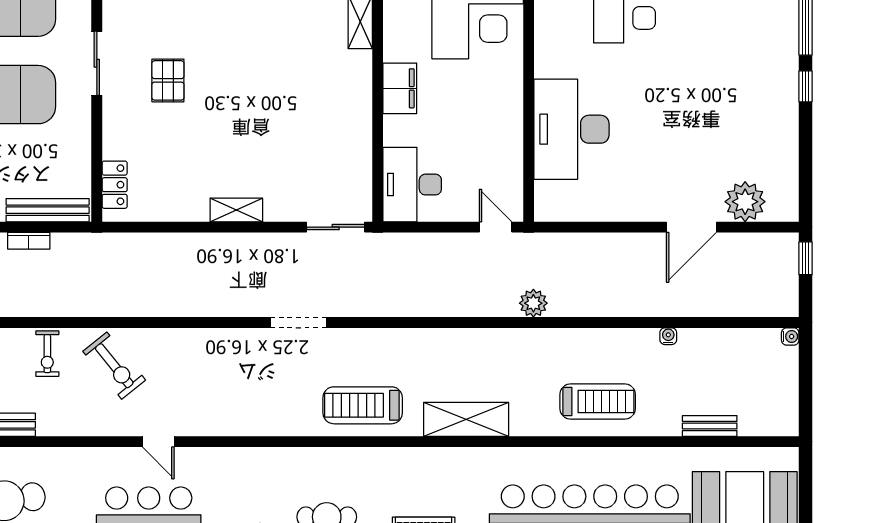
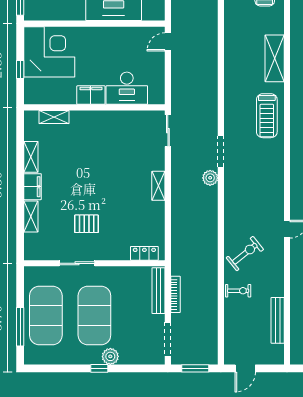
desk: (412, 185) -> (127, 88), moved
bookcase: (29, 241) -> (176, 294), width x1.56
plant: (533, 303) -> (210, 178), moved

